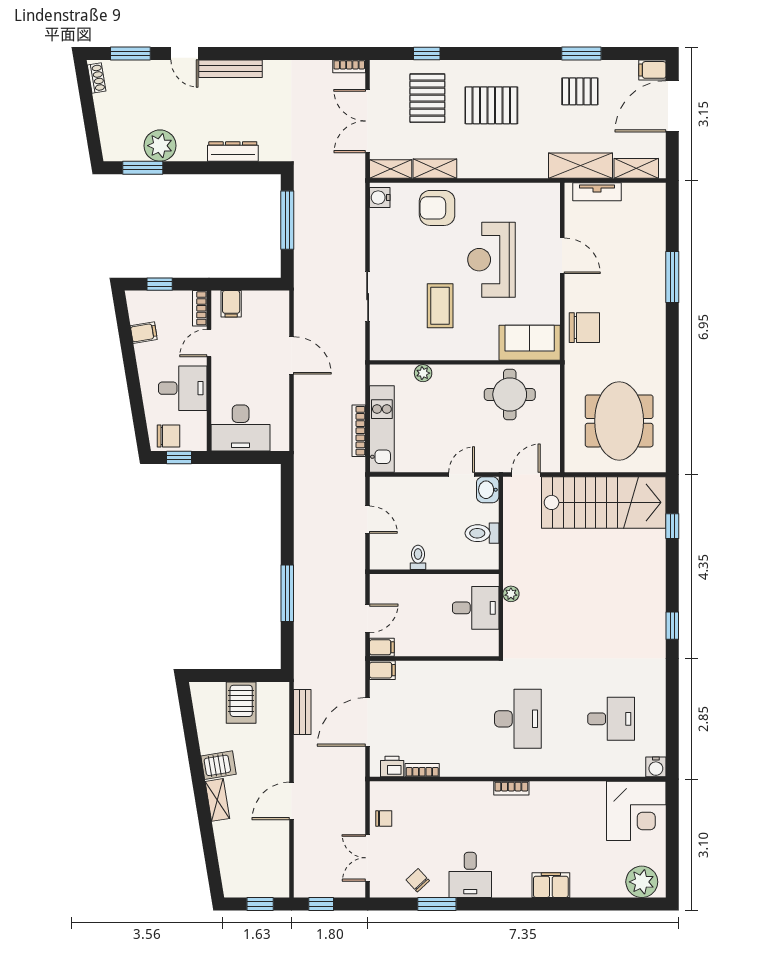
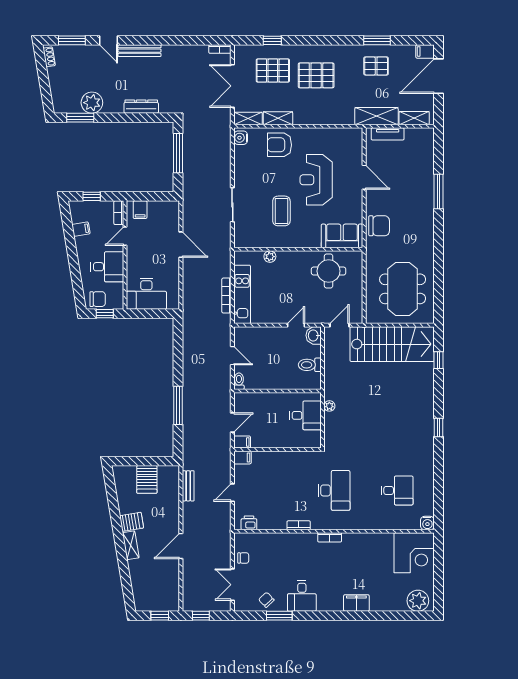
pallet: (427, 98) -> (273, 70), turned 90
toilet: (418, 557) -> (239, 381), moved
door: (368, 722) -> (232, 493), width x0.53
bookcase: (422, 770) -> (299, 525), moved

